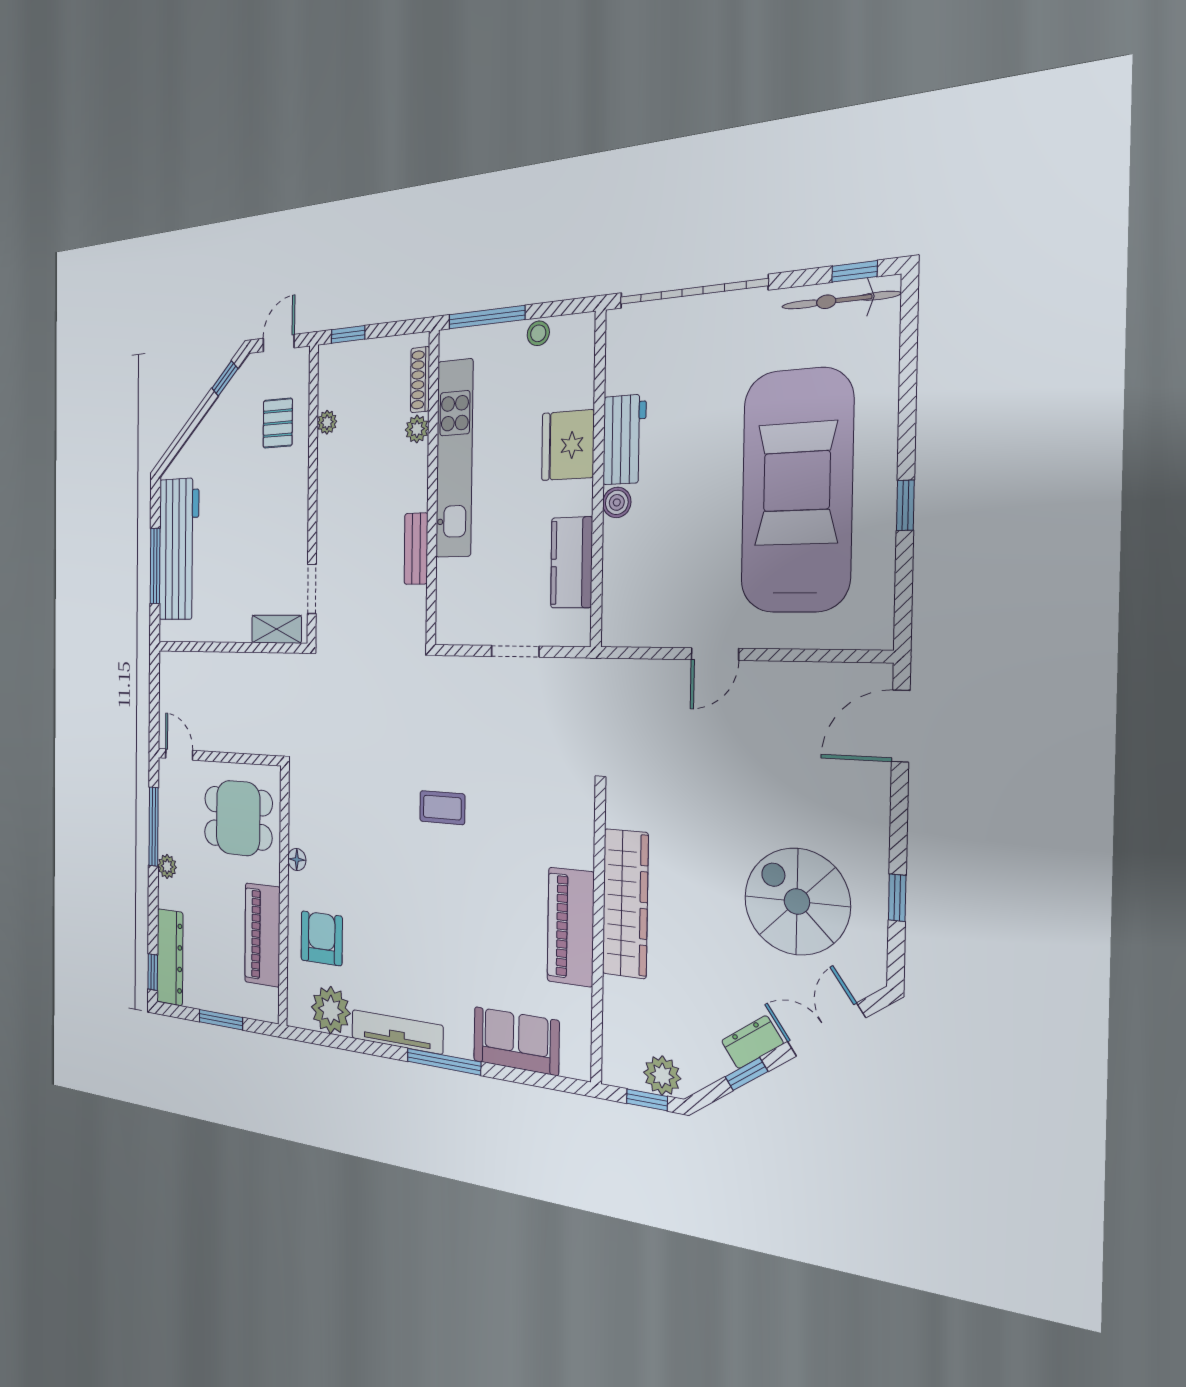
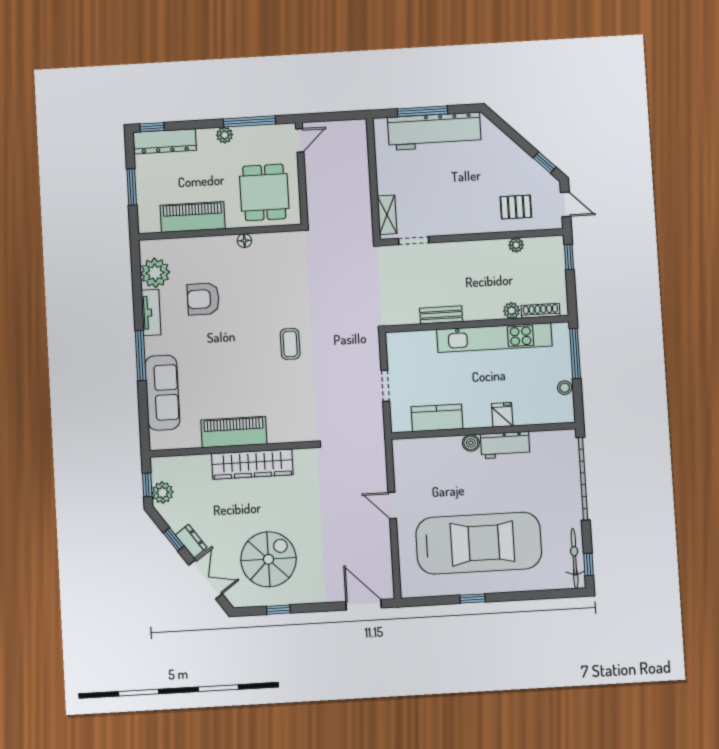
fridge: (568, 445) -> (502, 415), width x0.53, depth x0.75
armchair: (322, 938) -> (203, 299), moved, turned 180
tv unit: (397, 1032) -> (151, 312), width x0.71
sofa: (516, 1041) -> (162, 393), width x1.36

